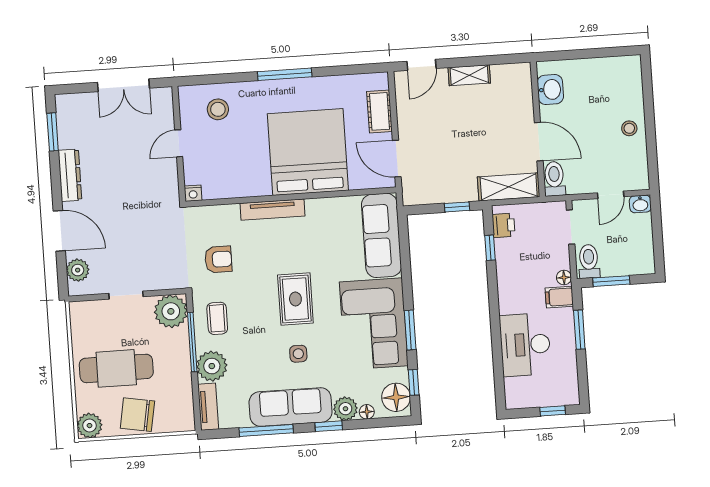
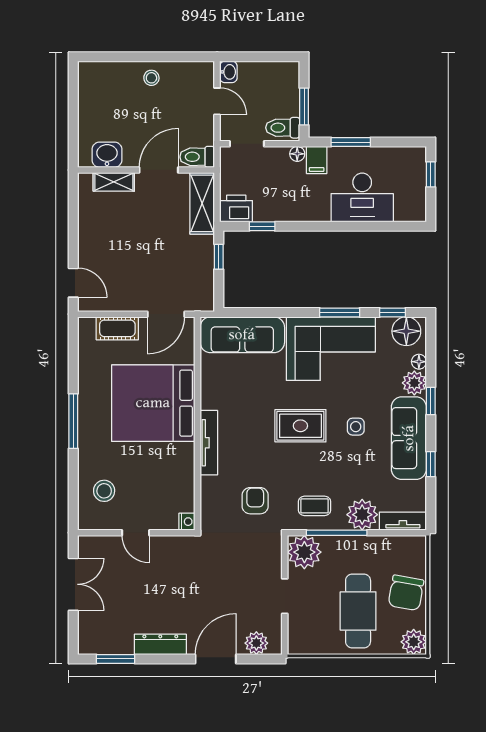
shelving: (469, 75) -> (114, 182), moved, turned 90
printer: (504, 225) -> (236, 209), width x1.36, depth x1.24
window: (266, 430) -> (431, 464), width x0.46

